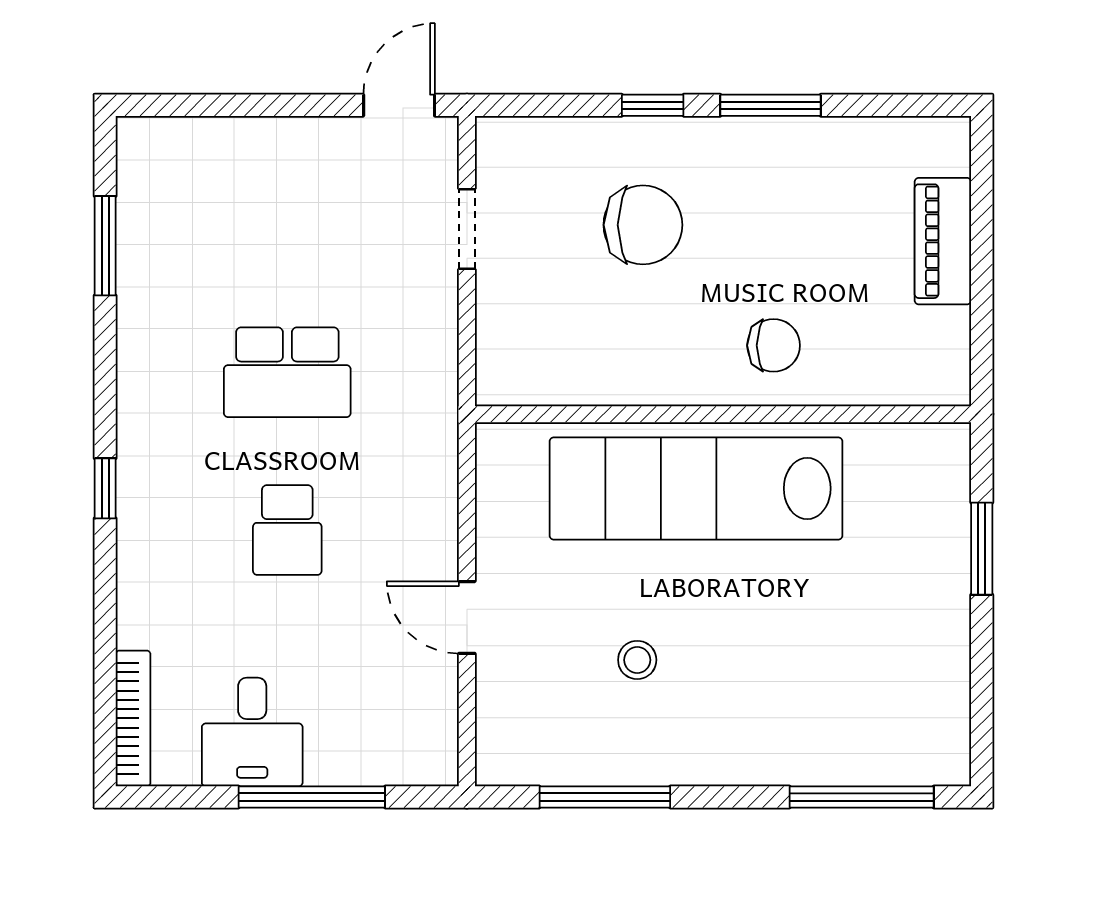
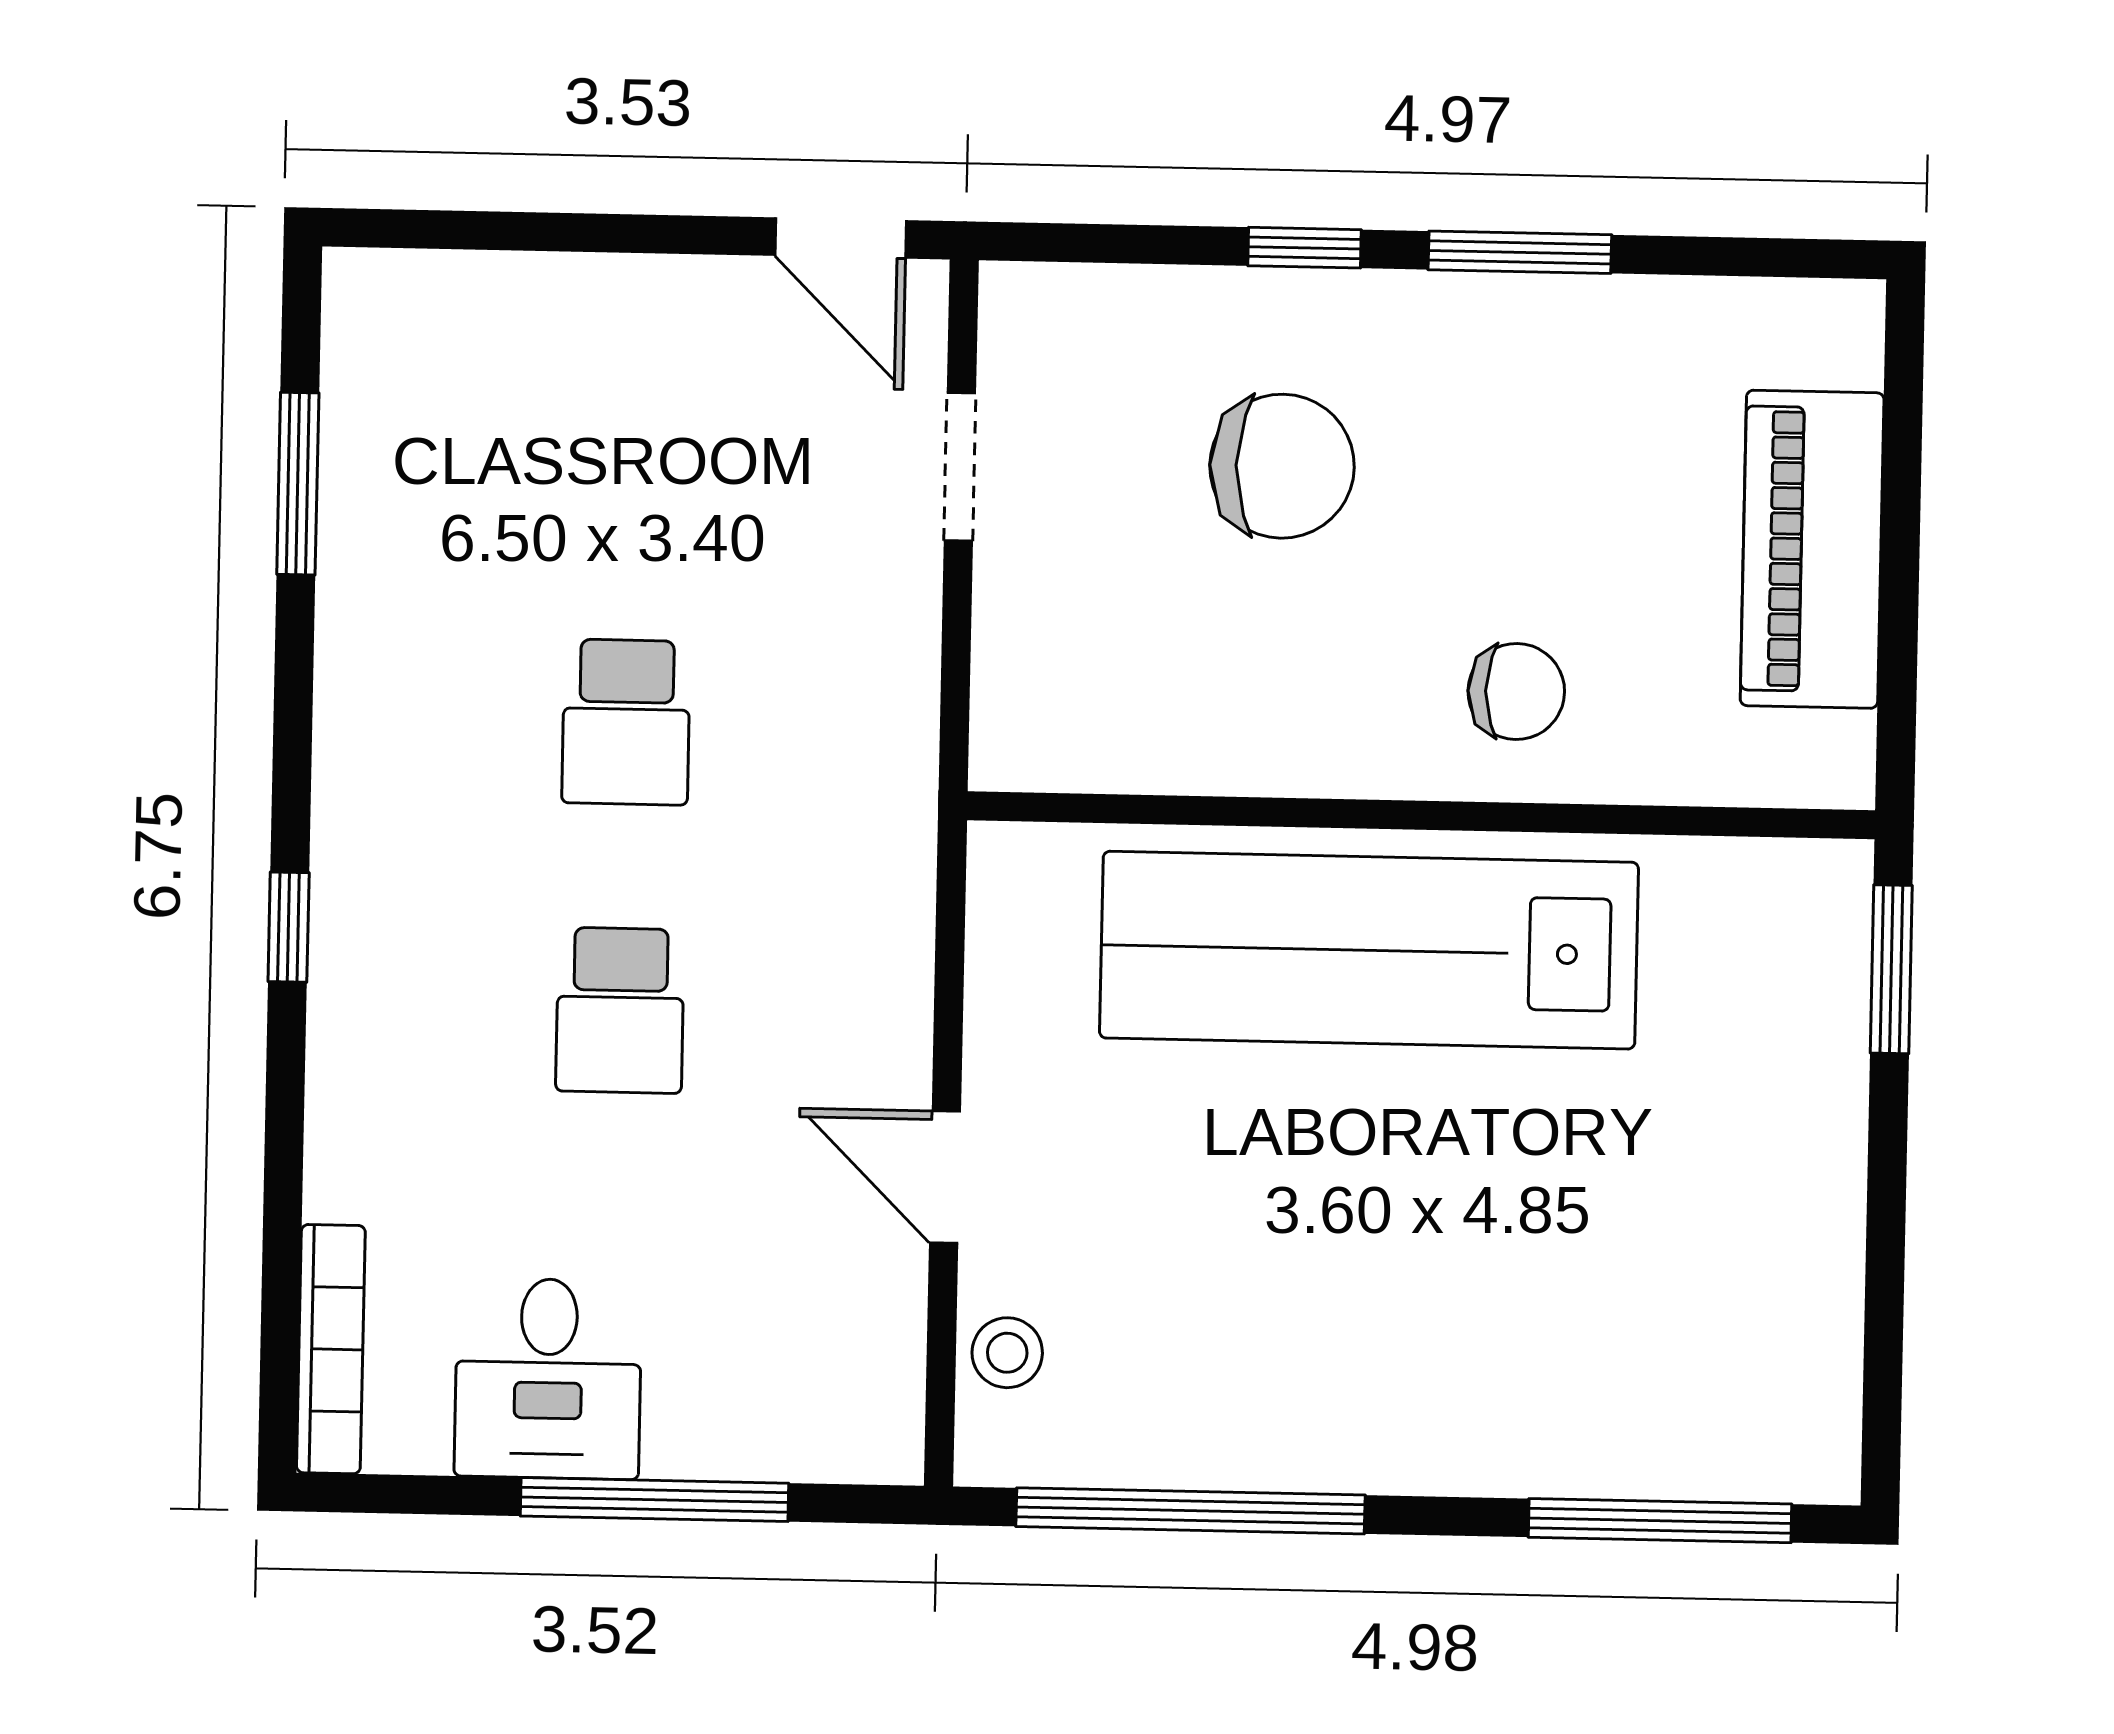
door: (399, 105) -> (841, 238), swing flipped
piano: (943, 241) -> (1812, 549), width x1.37, depth x1.33
school desk: (287, 372) -> (626, 722), width x0.54
window: (982, 549) -> (1891, 969), moved
stool: (637, 660) -> (1007, 1353), moved
window: (605, 797) -> (1190, 1511), width x1.46

